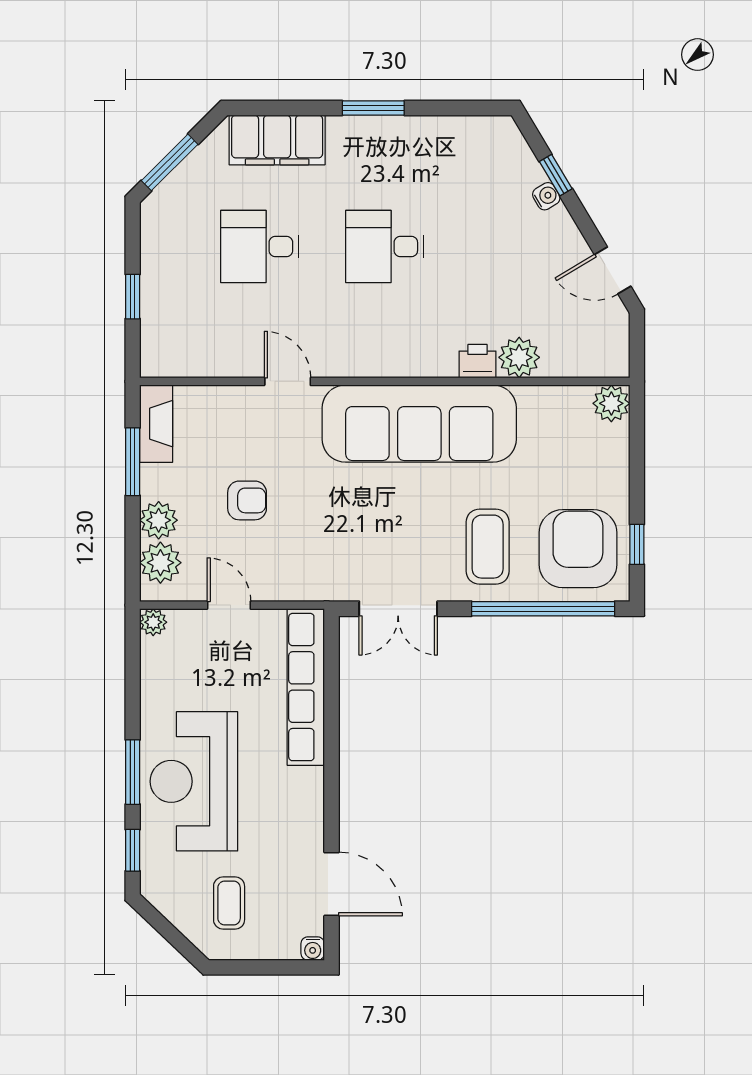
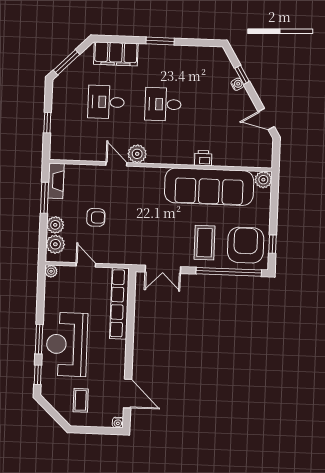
plant: (519, 357) -> (137, 154), moved
sofa: (419, 424) -> (209, 187), moved

